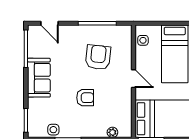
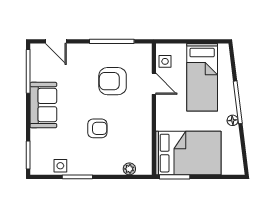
armchair: (98, 57) -> (113, 81), turned -96
door: (133, 79) -> (154, 84), moved

